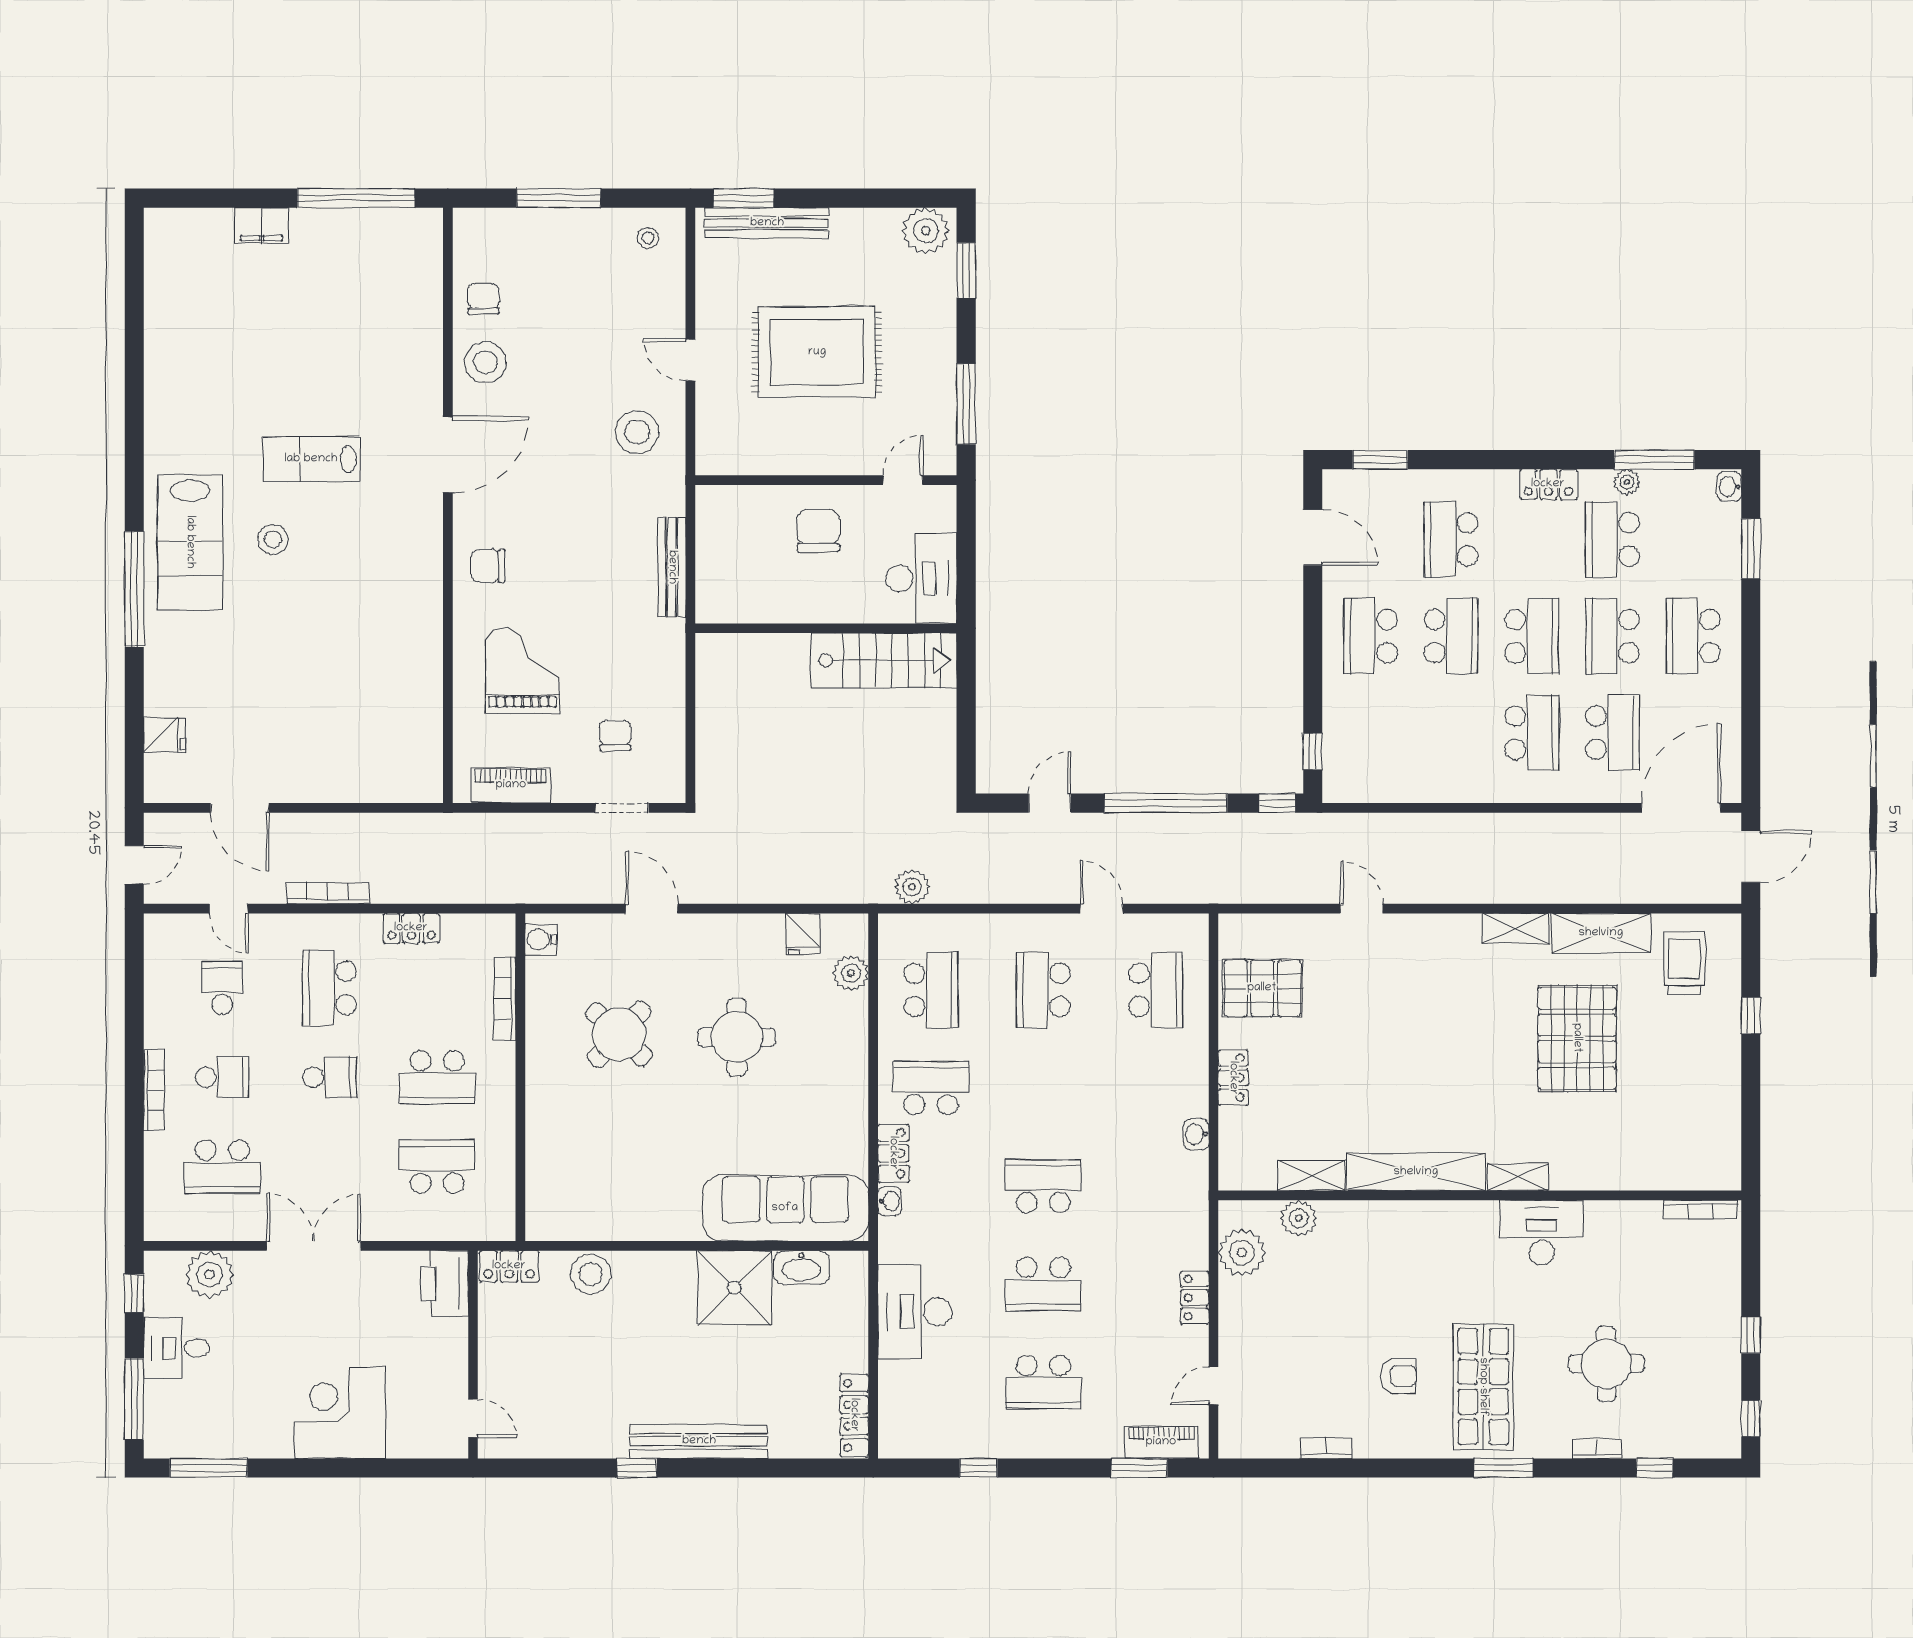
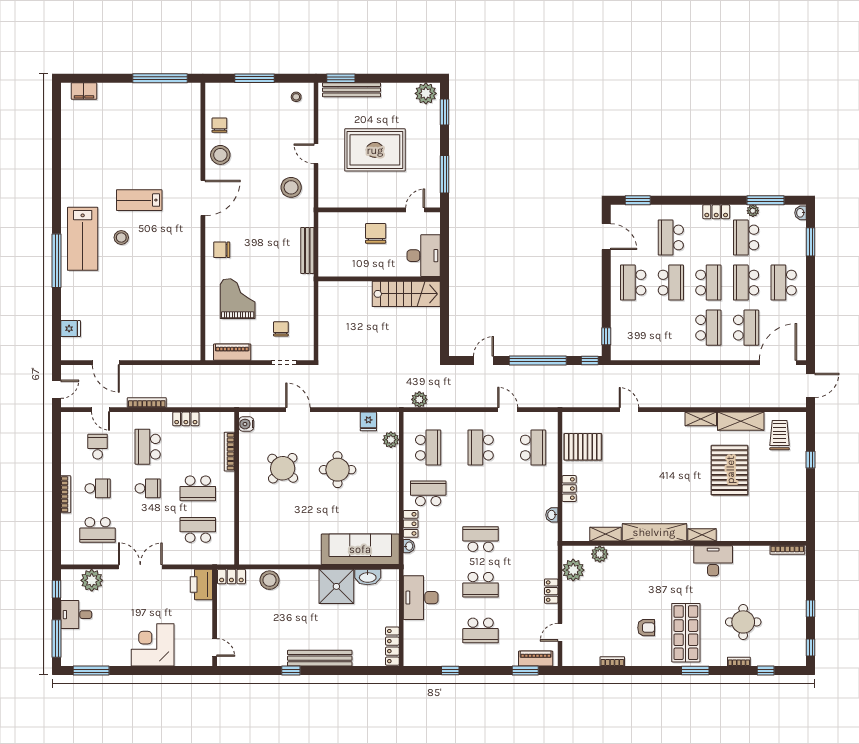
filing cabinet: (262, 225) -> (84, 91), moved

